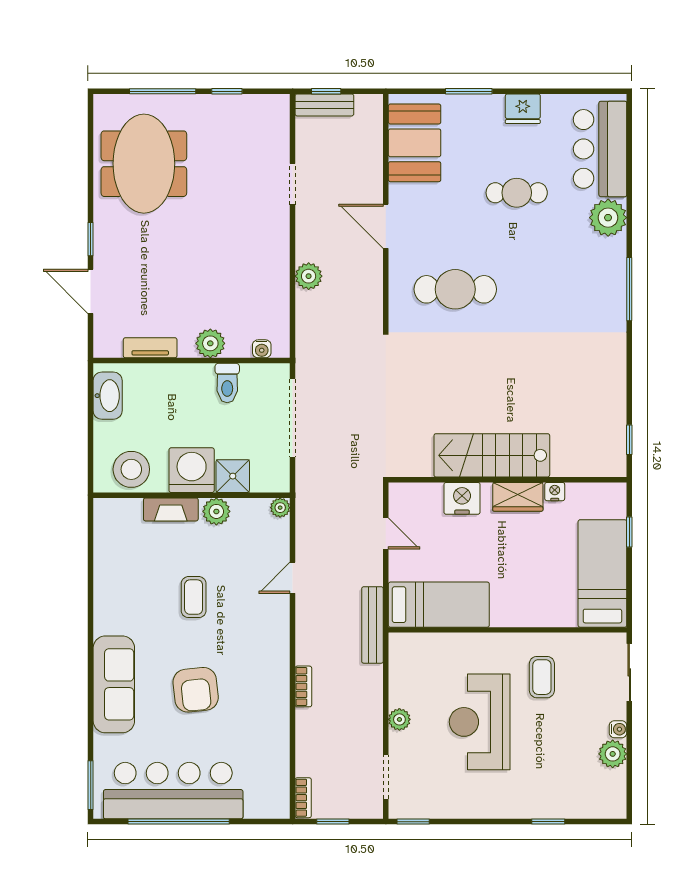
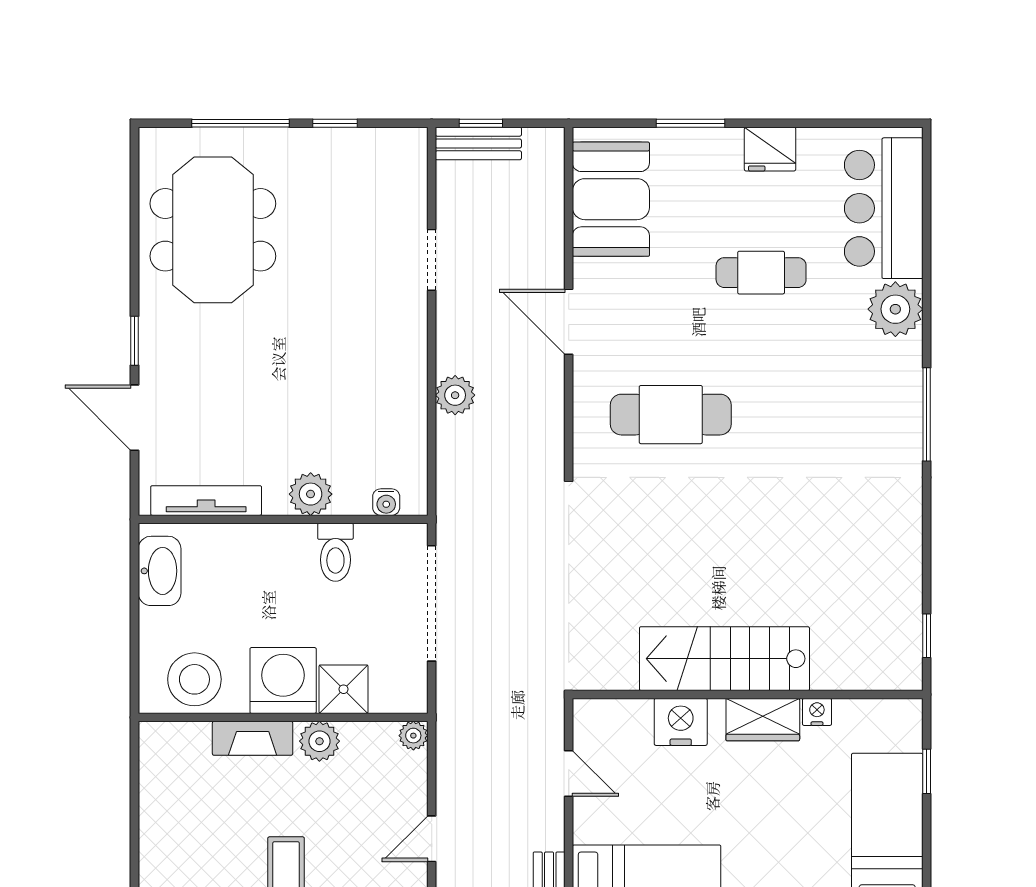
tv unit: (150, 348) -> (206, 501), width x1.41

